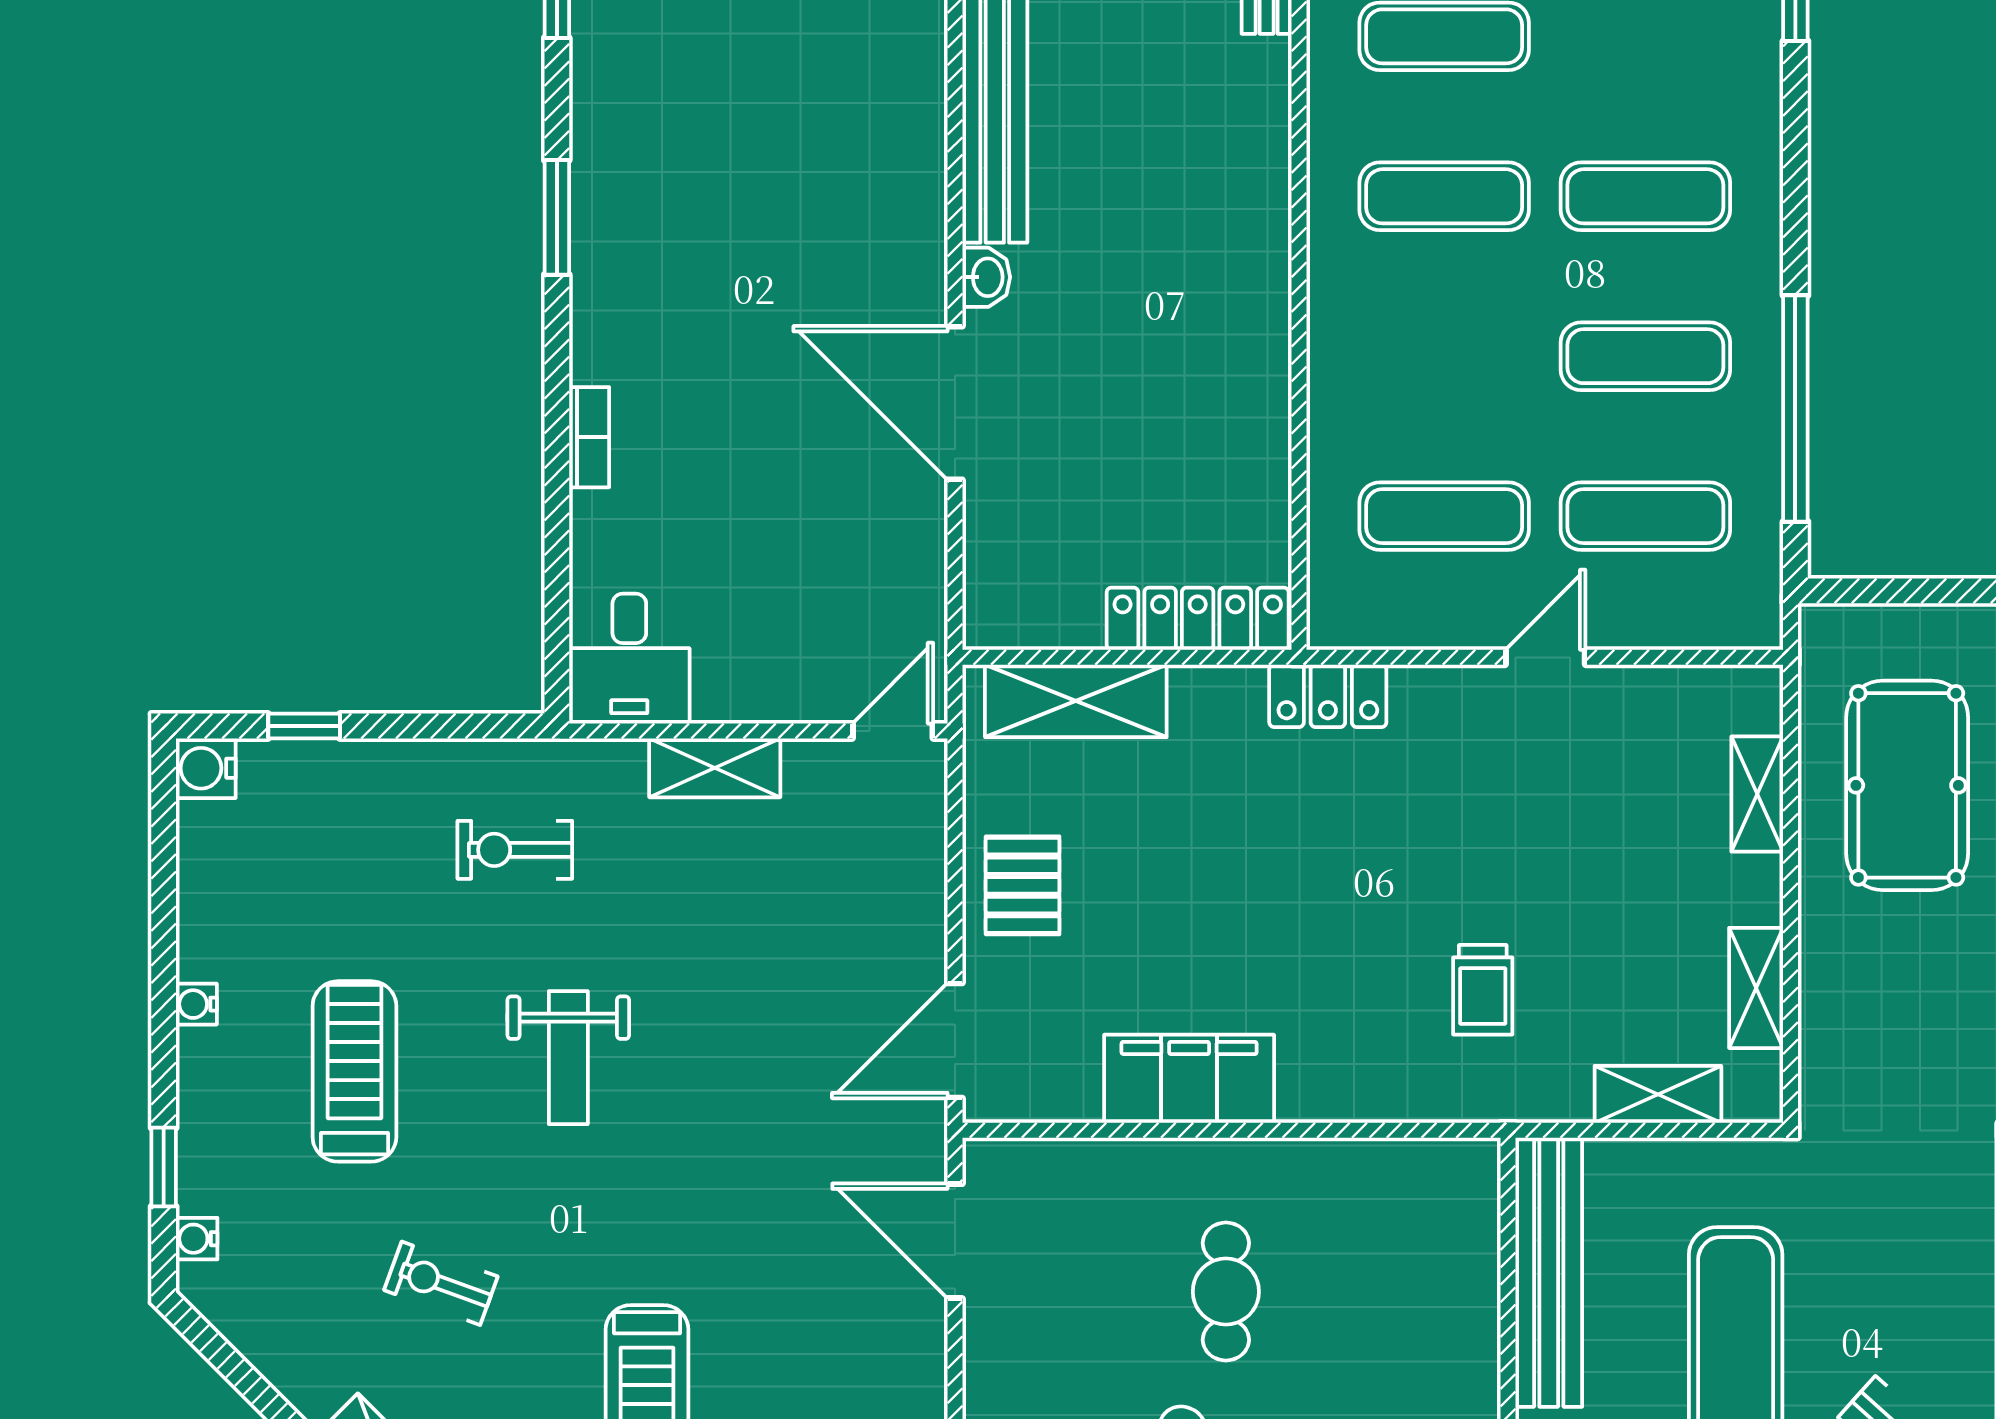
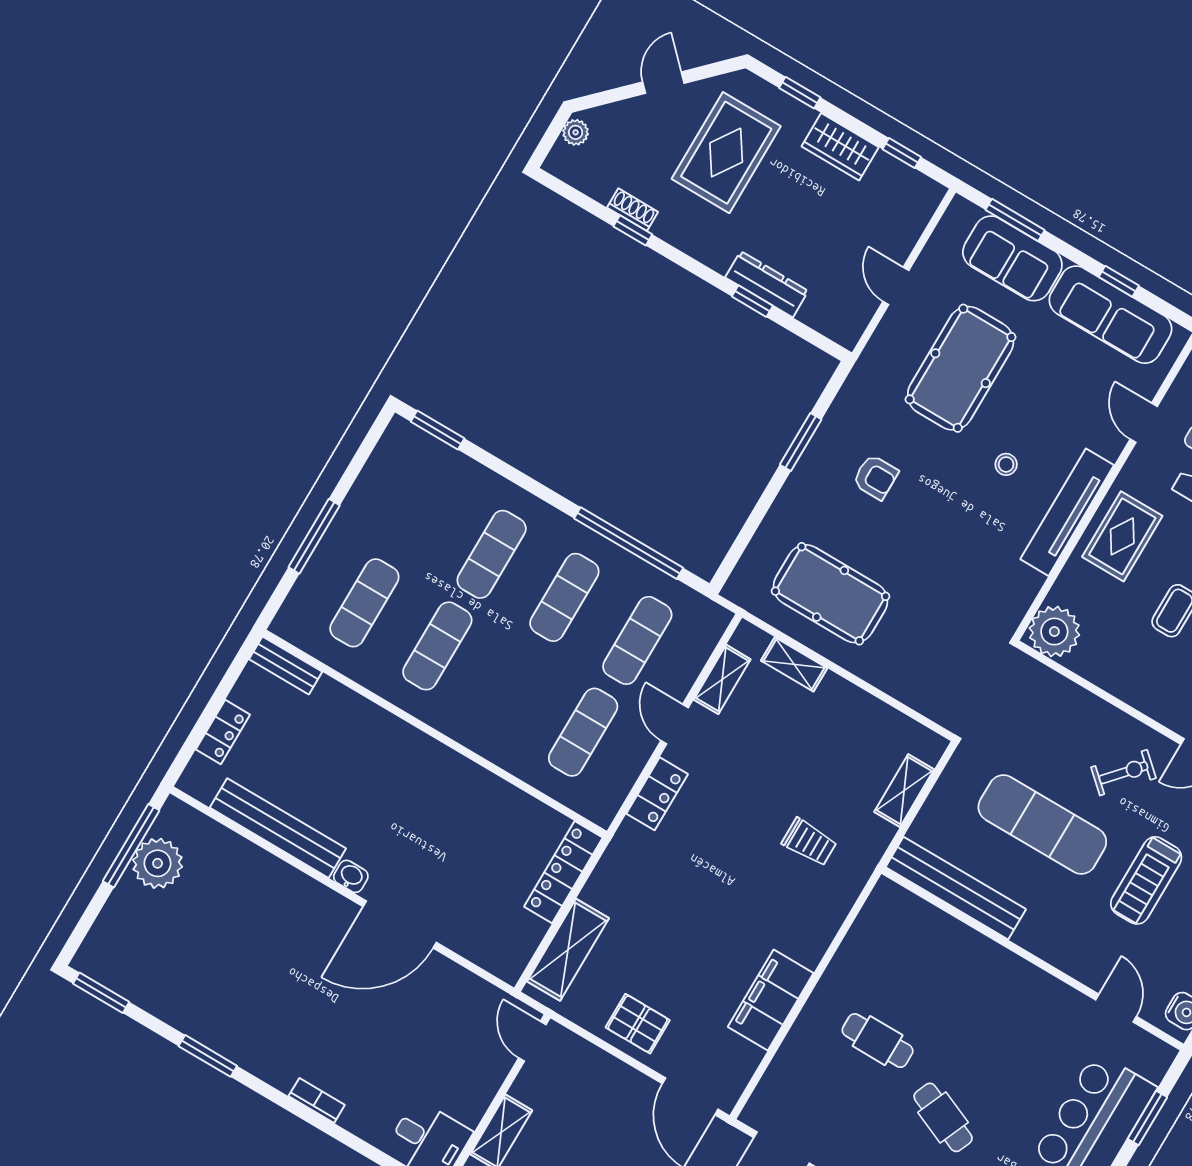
locker: (1328, 696) -> (657, 794), moved
shelving: (1756, 988) -> (722, 679), moved, turned 90

